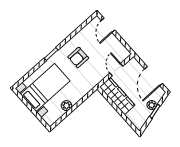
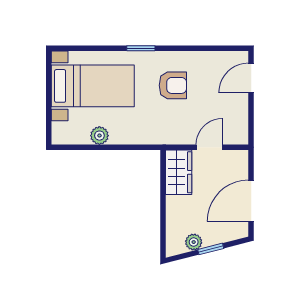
armchair: (78, 57) -> (173, 85), turned 180
wardrobe: (117, 96) -> (179, 172), width x0.67
plant: (152, 105) -> (194, 242), moved

